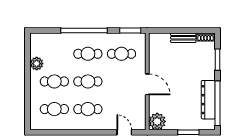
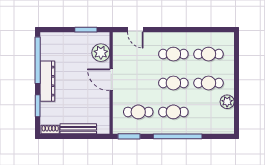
bench: (183, 38) -> (78, 129), width x1.36
dresser: (208, 100) -> (47, 81), moved
plant: (157, 121) -> (101, 53), moved
window: (188, 132) -> (86, 30), moved

